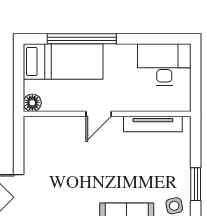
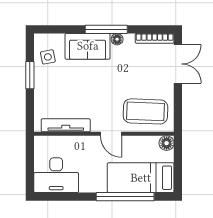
door: (99, 114) -> (111, 134), swing flipped
coffee table: (57, 141) -> (145, 111), added

